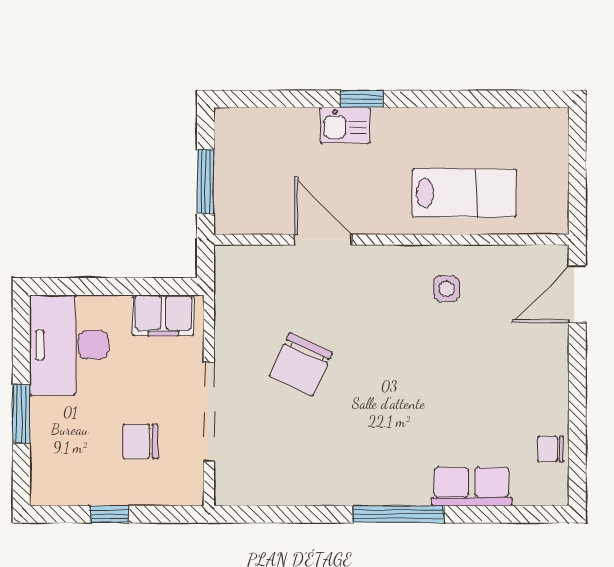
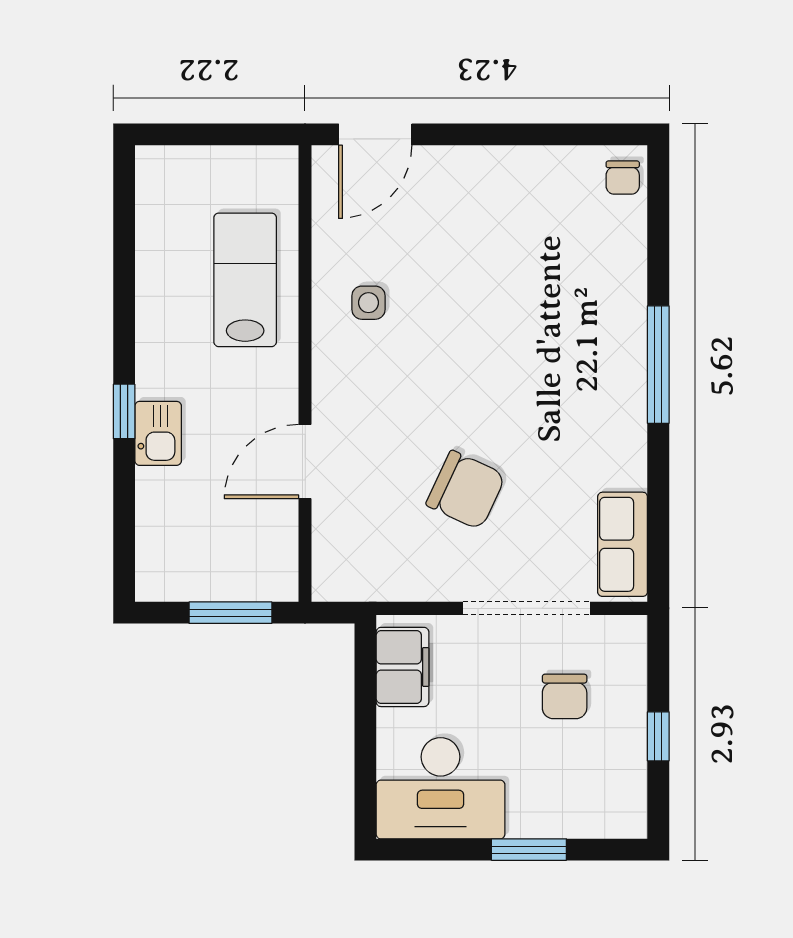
door: (577, 294) -> (375, 134), hinge flipped
chair: (551, 449) -> (623, 178), moved
row of seats: (472, 487) -> (623, 544), moved

